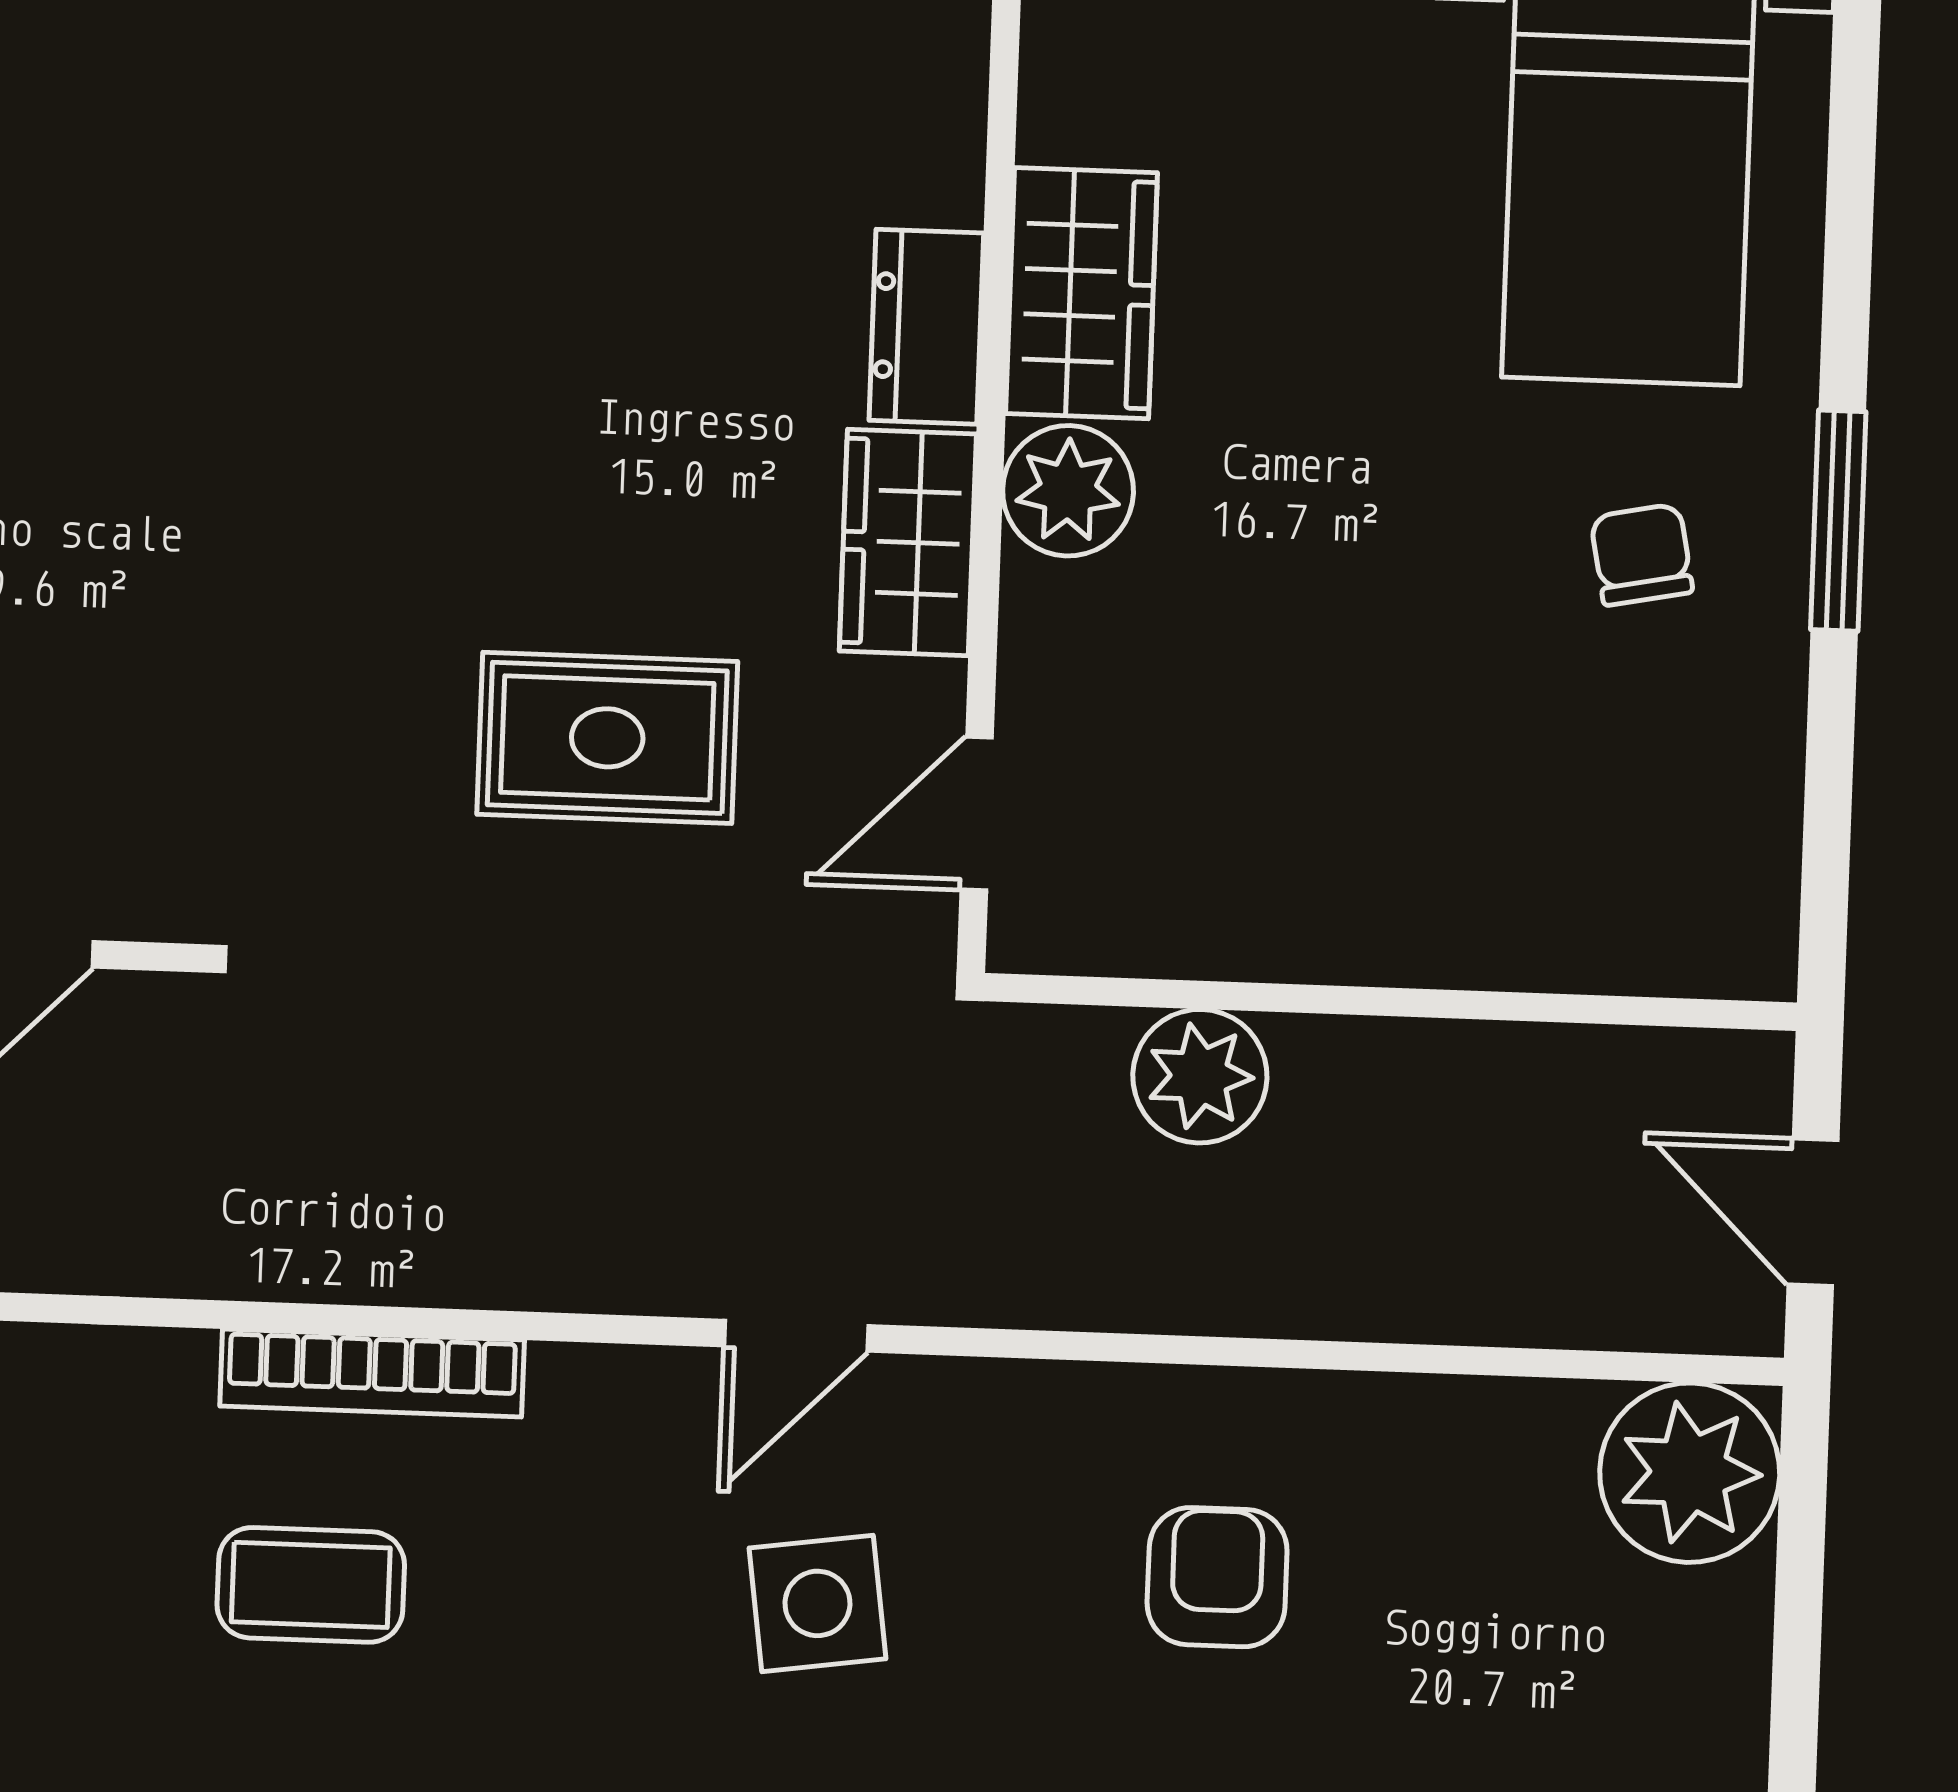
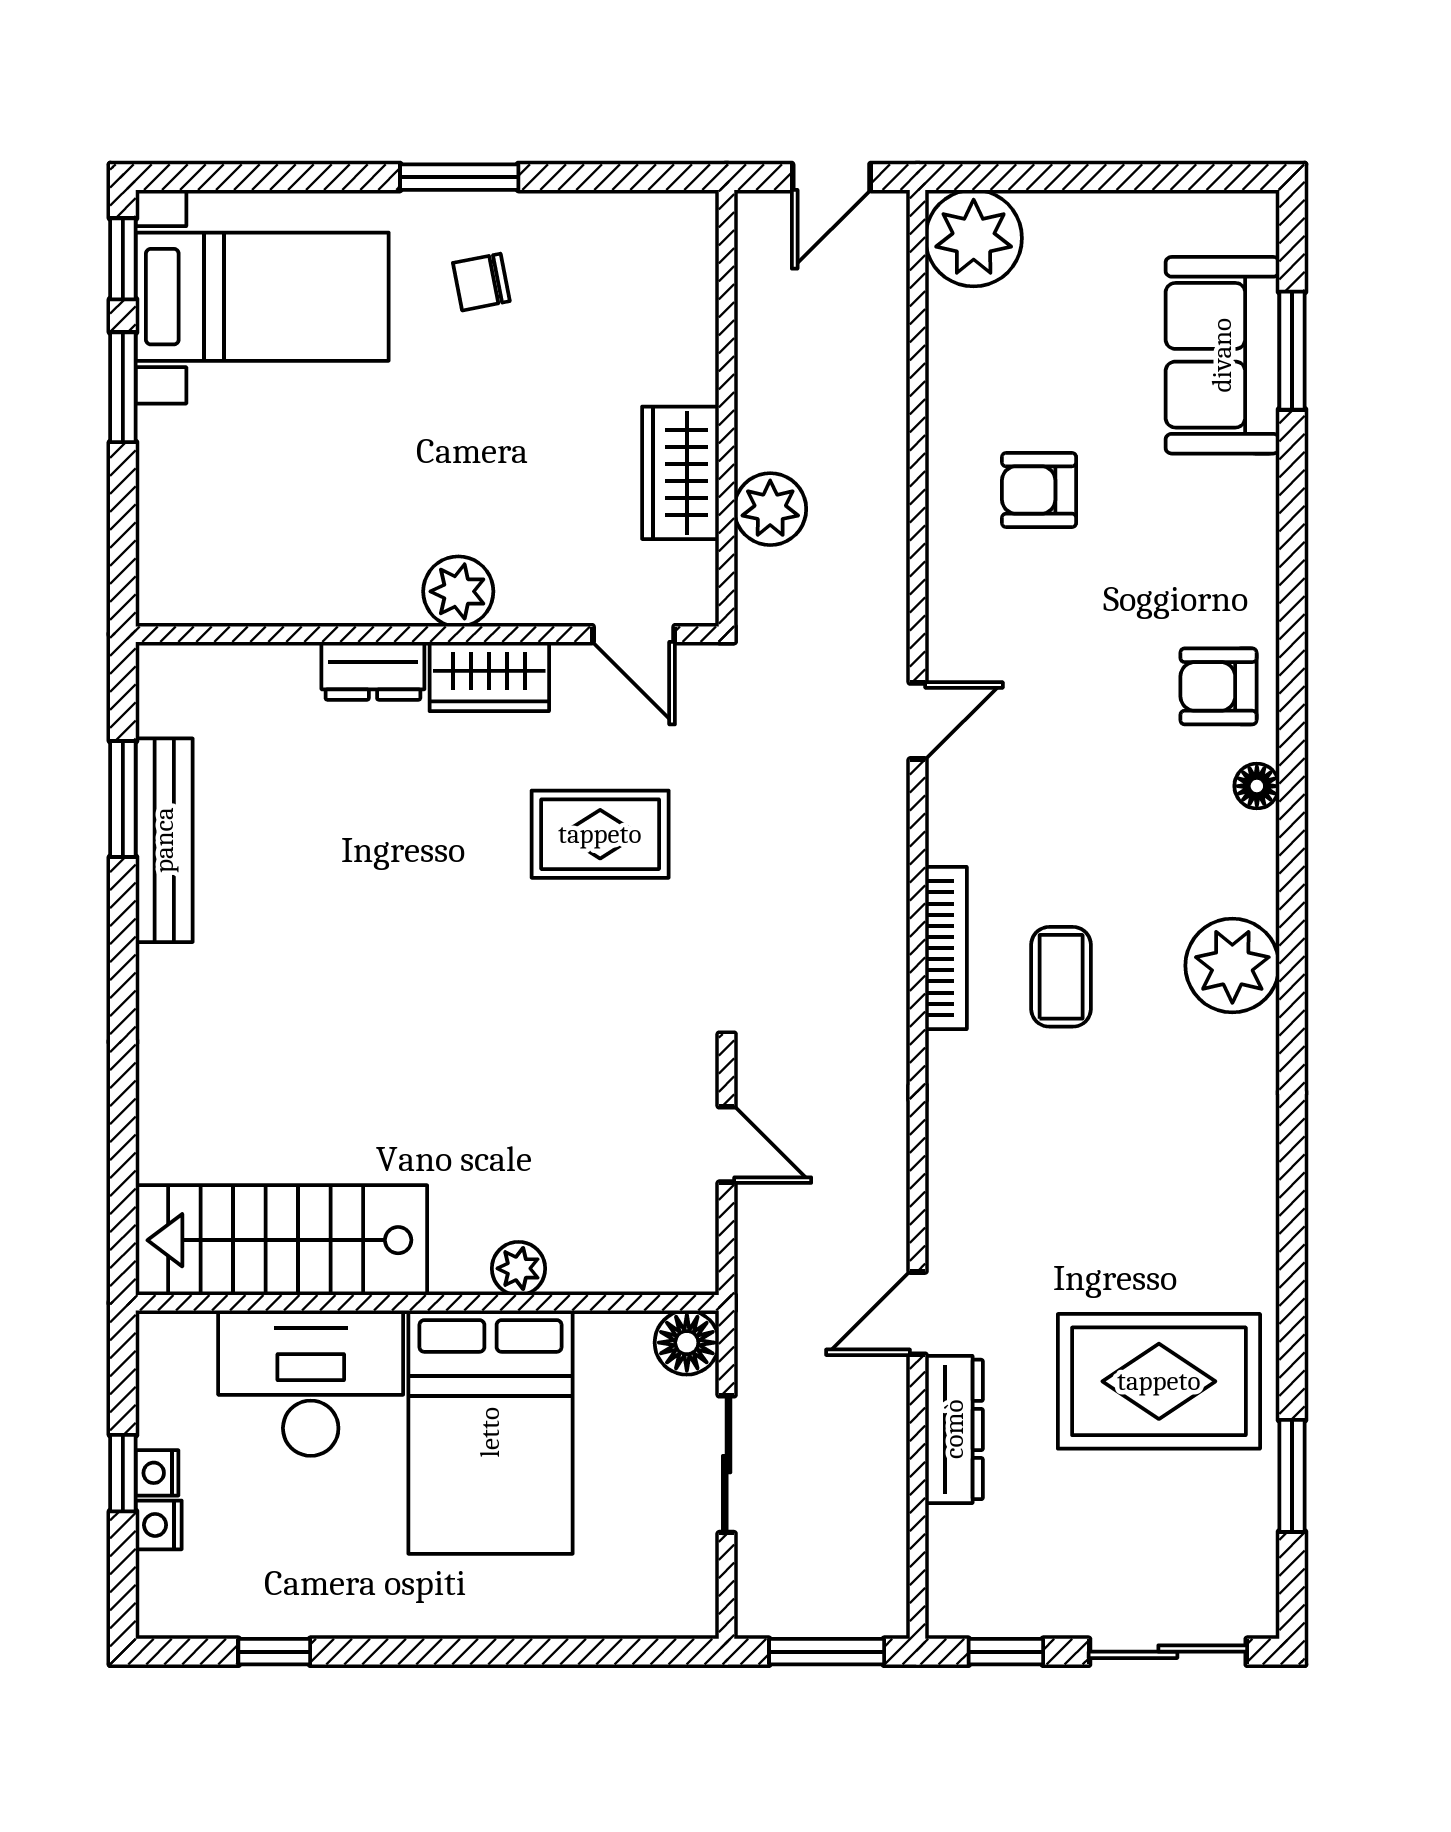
wardrobe: (1081, 293) -> (681, 473), moved, turned -90
rug: (607, 738) -> (600, 834), turned 90
door: (796, 1336) -> (918, 721), hinge flipped
side table: (817, 1603) -> (1061, 704), removed

